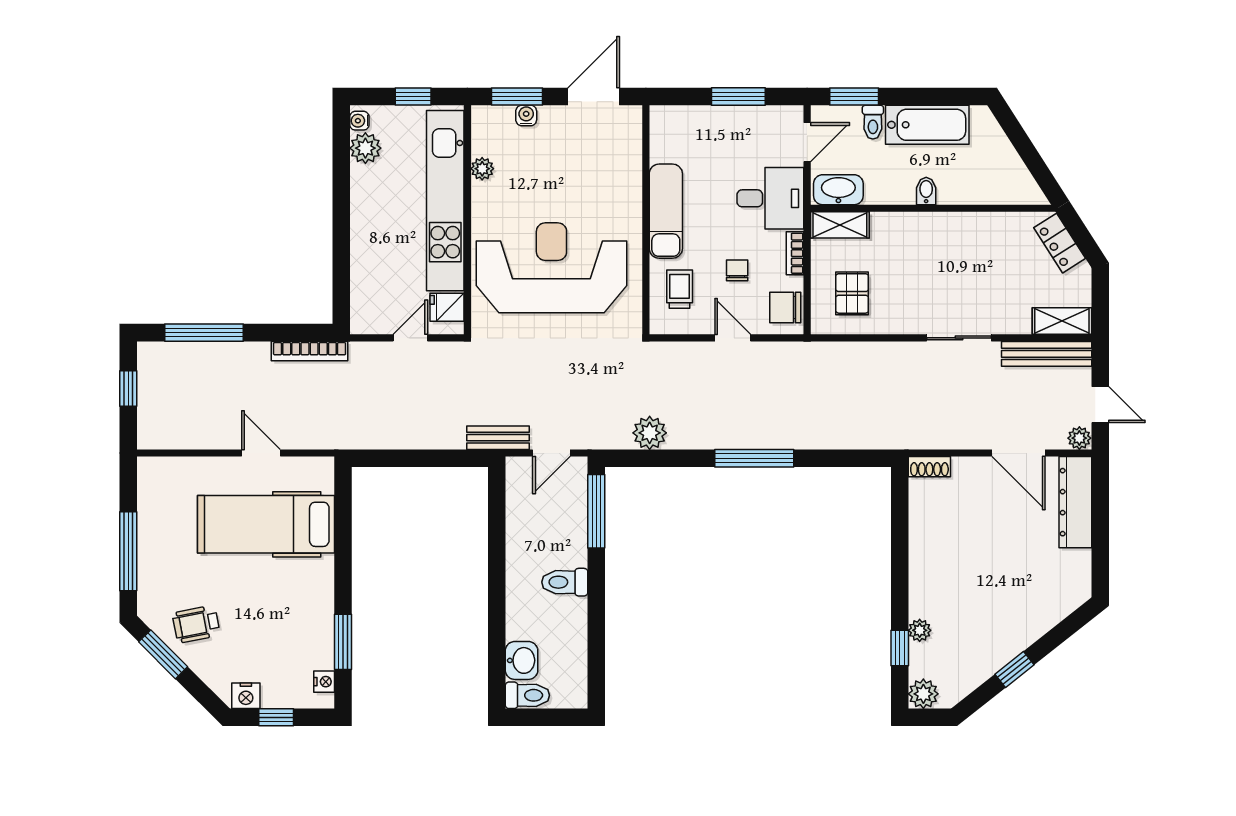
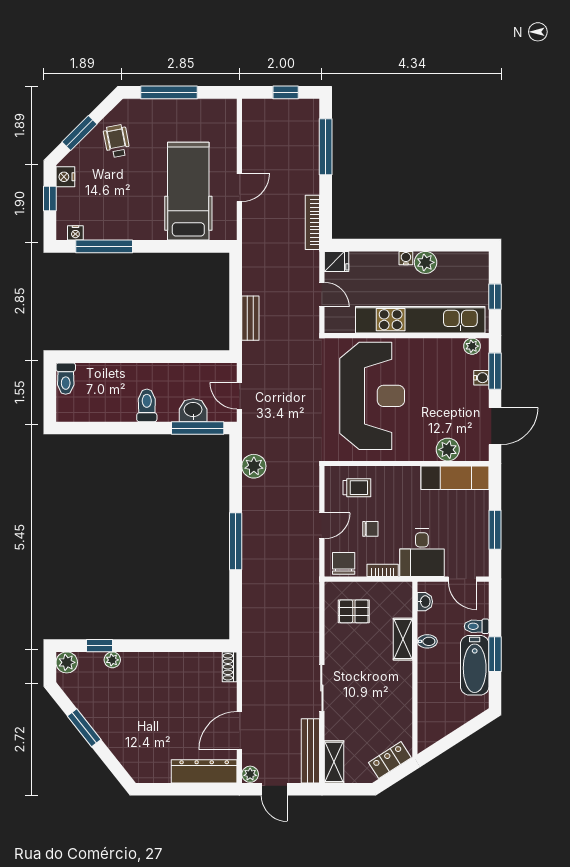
door: (594, 97) -> (495, 426), hinge flipped
window: (854, 97) -> (495, 654), moved
water cooler: (359, 121) -> (406, 258), moved
plant: (365, 148) -> (426, 262), moved
plant: (626, 162) -> (448, 450), added
plant: (482, 169) -> (472, 346), moved
washbasin: (838, 190) -> (425, 602), width x0.52, depth x0.69
bidet: (926, 191) -> (427, 641), moved
exam couch: (666, 211) -> (455, 478), moved
shelving: (840, 225) -> (403, 639), moved
fridge: (447, 307) -> (337, 261), moved, turned 90
door: (1100, 405) -> (274, 789), hinge flipped
bench: (498, 438) -> (250, 318), moved
window: (343, 642) -> (104, 246), width x1.44
window: (163, 654) -> (80, 133), moved
washbasin: (522, 660) -> (193, 410), moved, turned 180
window: (1014, 670) -> (84, 728), width x1.50

